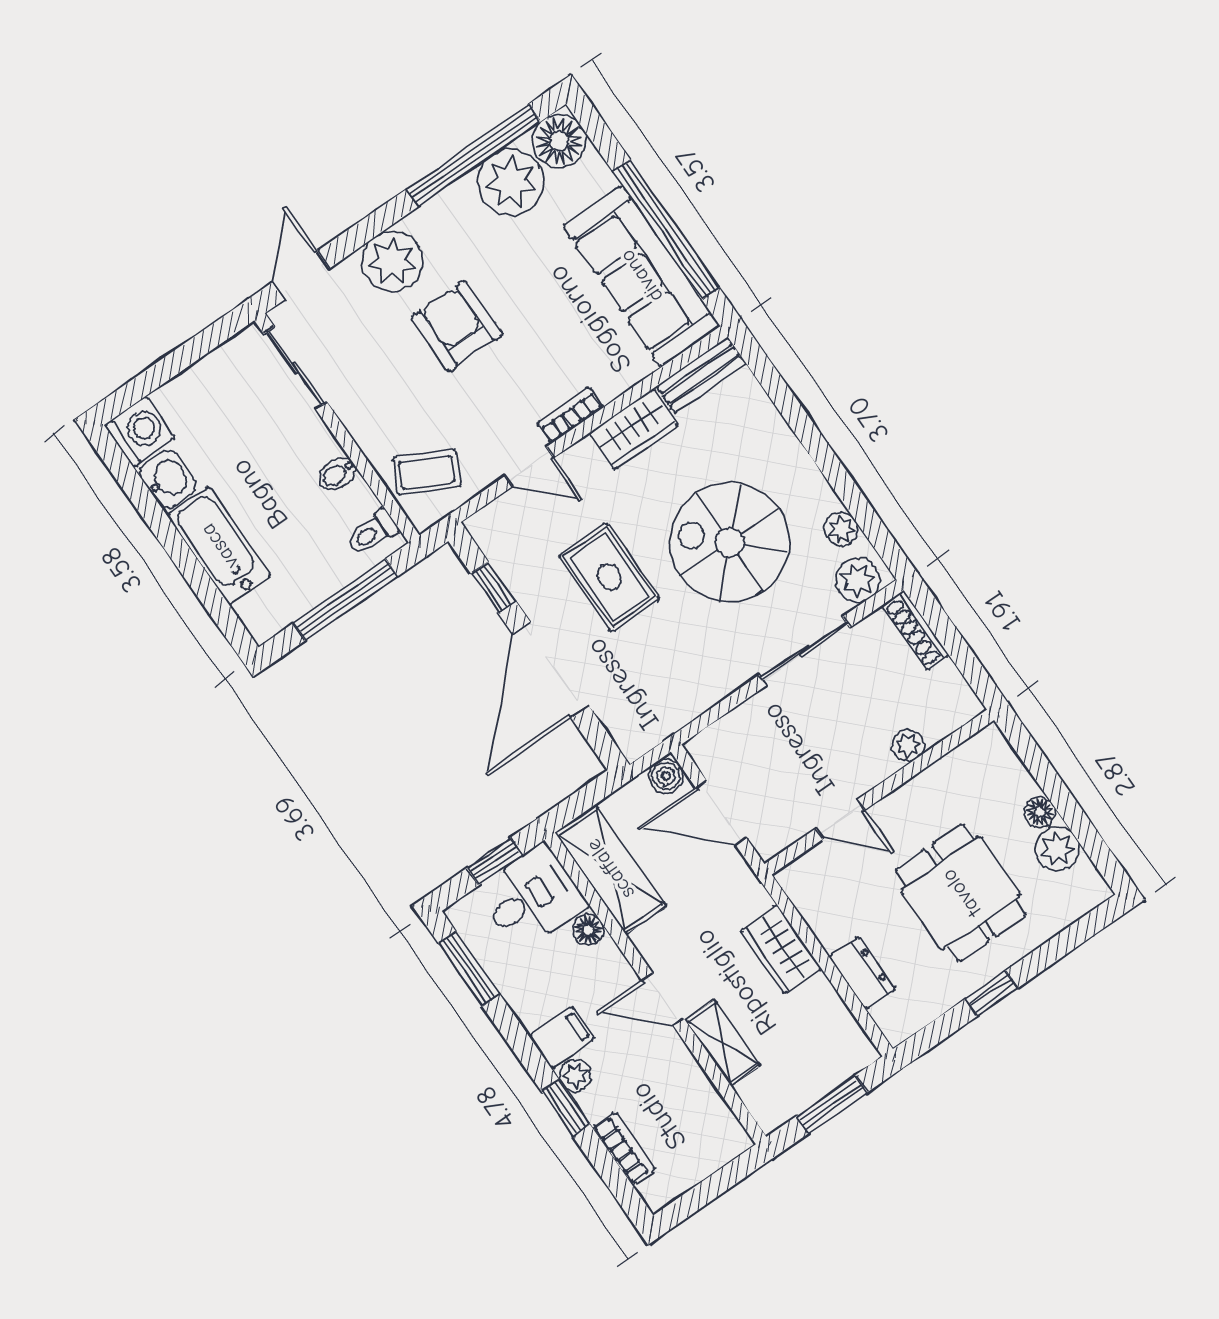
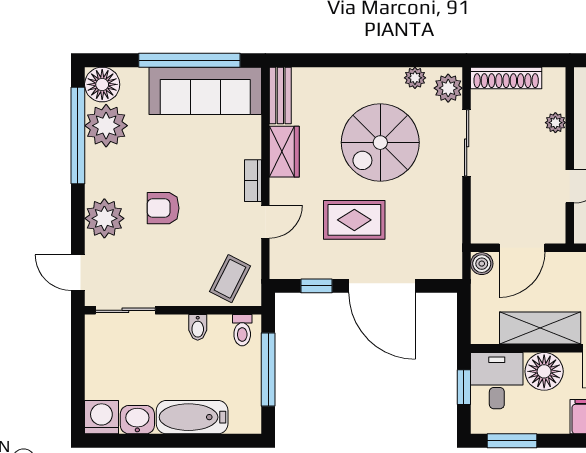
armchair: (457, 326) -> (163, 208), width x0.72, depth x0.72
shoe rack: (915, 631) -> (506, 78), width x1.36, depth x1.24
shelving: (610, 869) -> (540, 328), moved
floor lamp: (588, 930) -> (544, 371), width x1.89, depth x1.89

